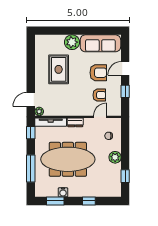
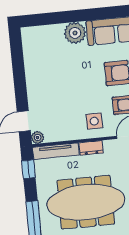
rug: (59, 69) -> (60, 74), removed
side table: (79, 104) -> (94, 121), added

